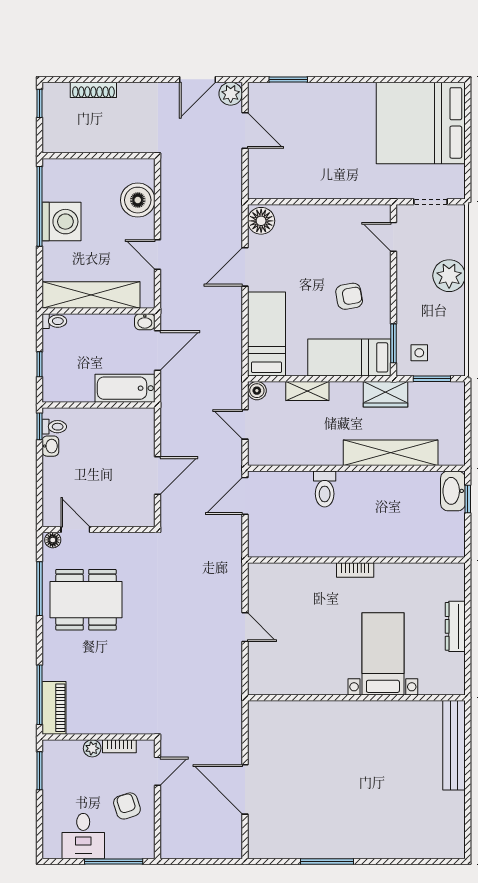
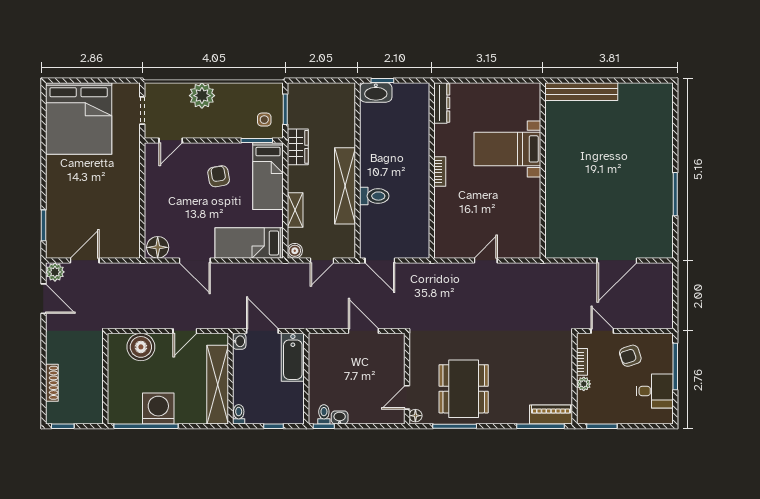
shelving: (391, 453) -> (345, 186), moved
dresser: (455, 626) -> (442, 103), moved, turned -90

